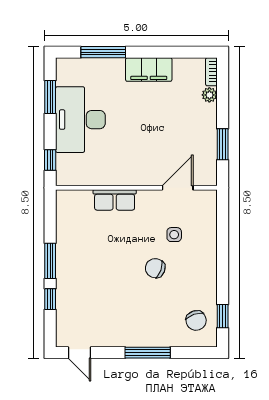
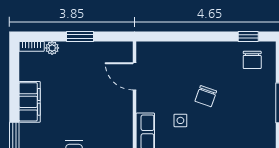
window: (223, 144) -> (80, 36), moved
side table: (174, 235) -> (180, 120), moved
chair: (196, 320) -> (252, 60), turned 109

